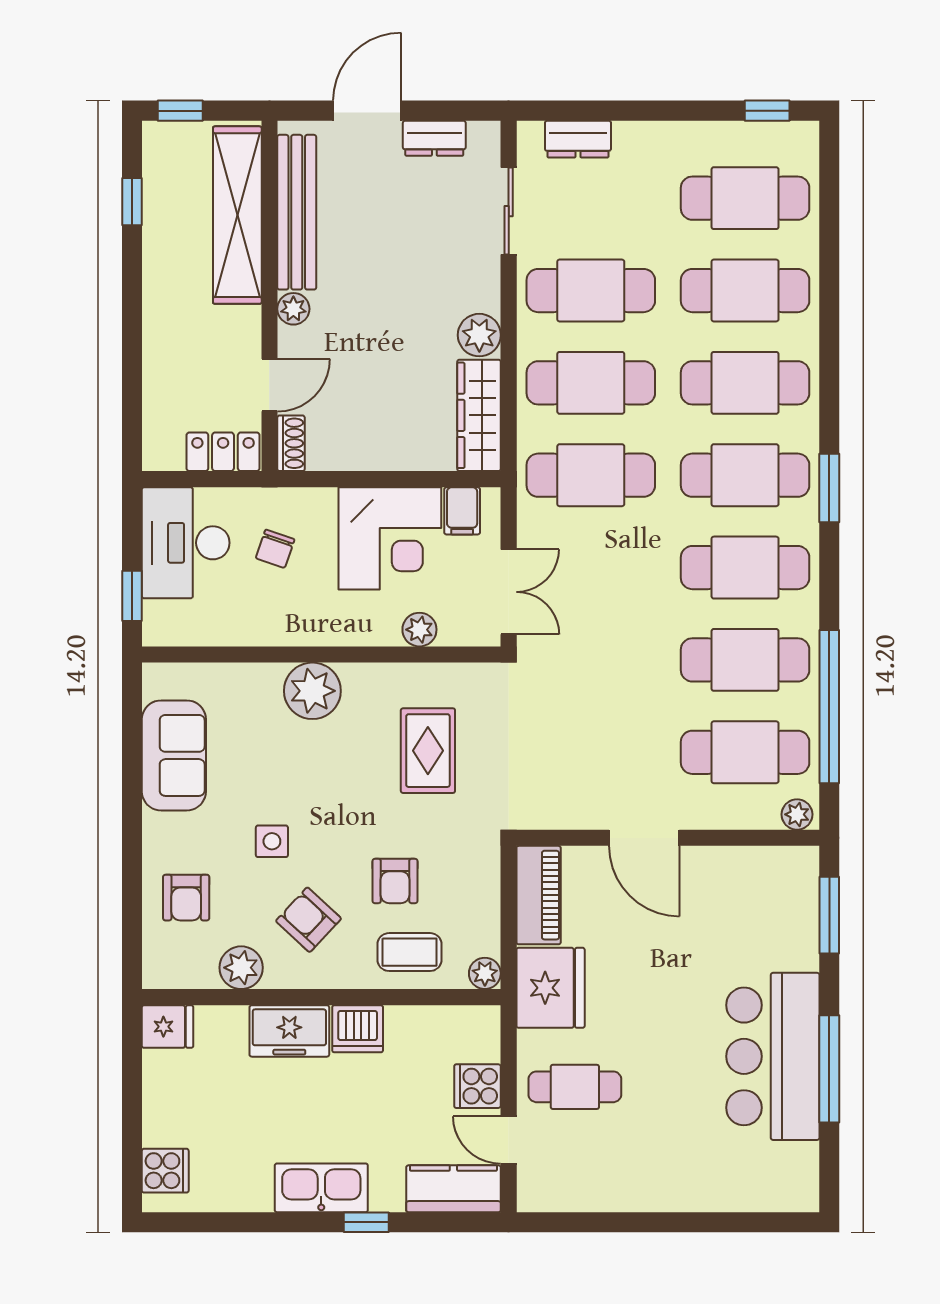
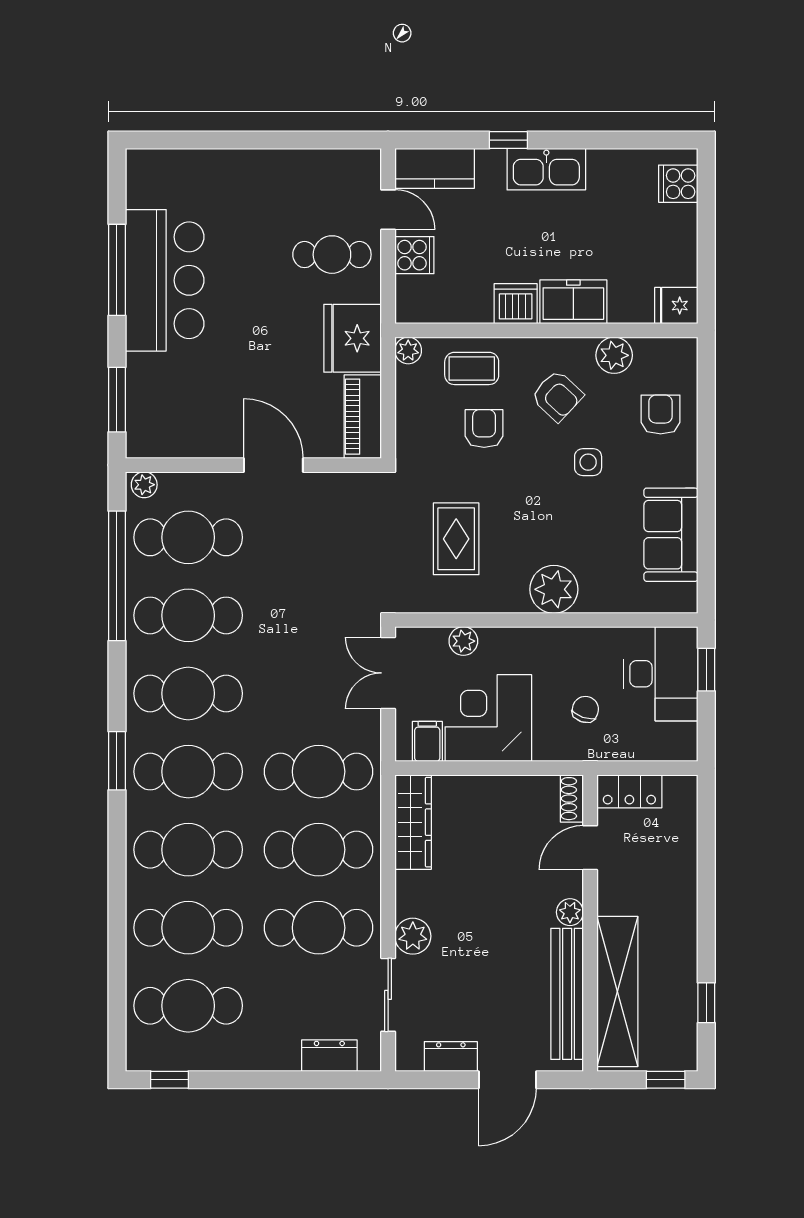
plant: (479, 335) -> (413, 936), moved
desk: (186, 543) -> (661, 674), moved

